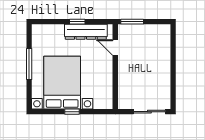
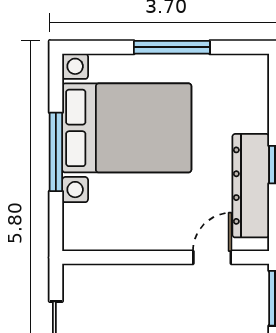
window: (72, 112) -> (56, 152), width x2.17

